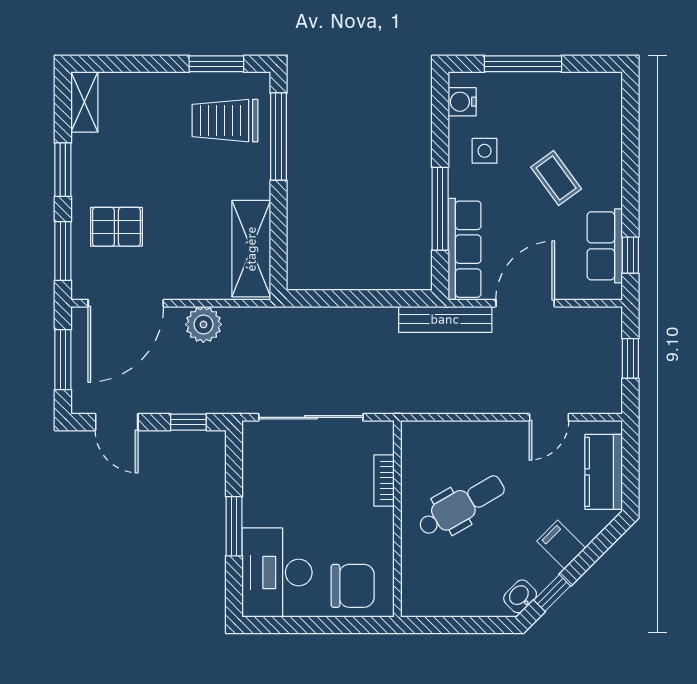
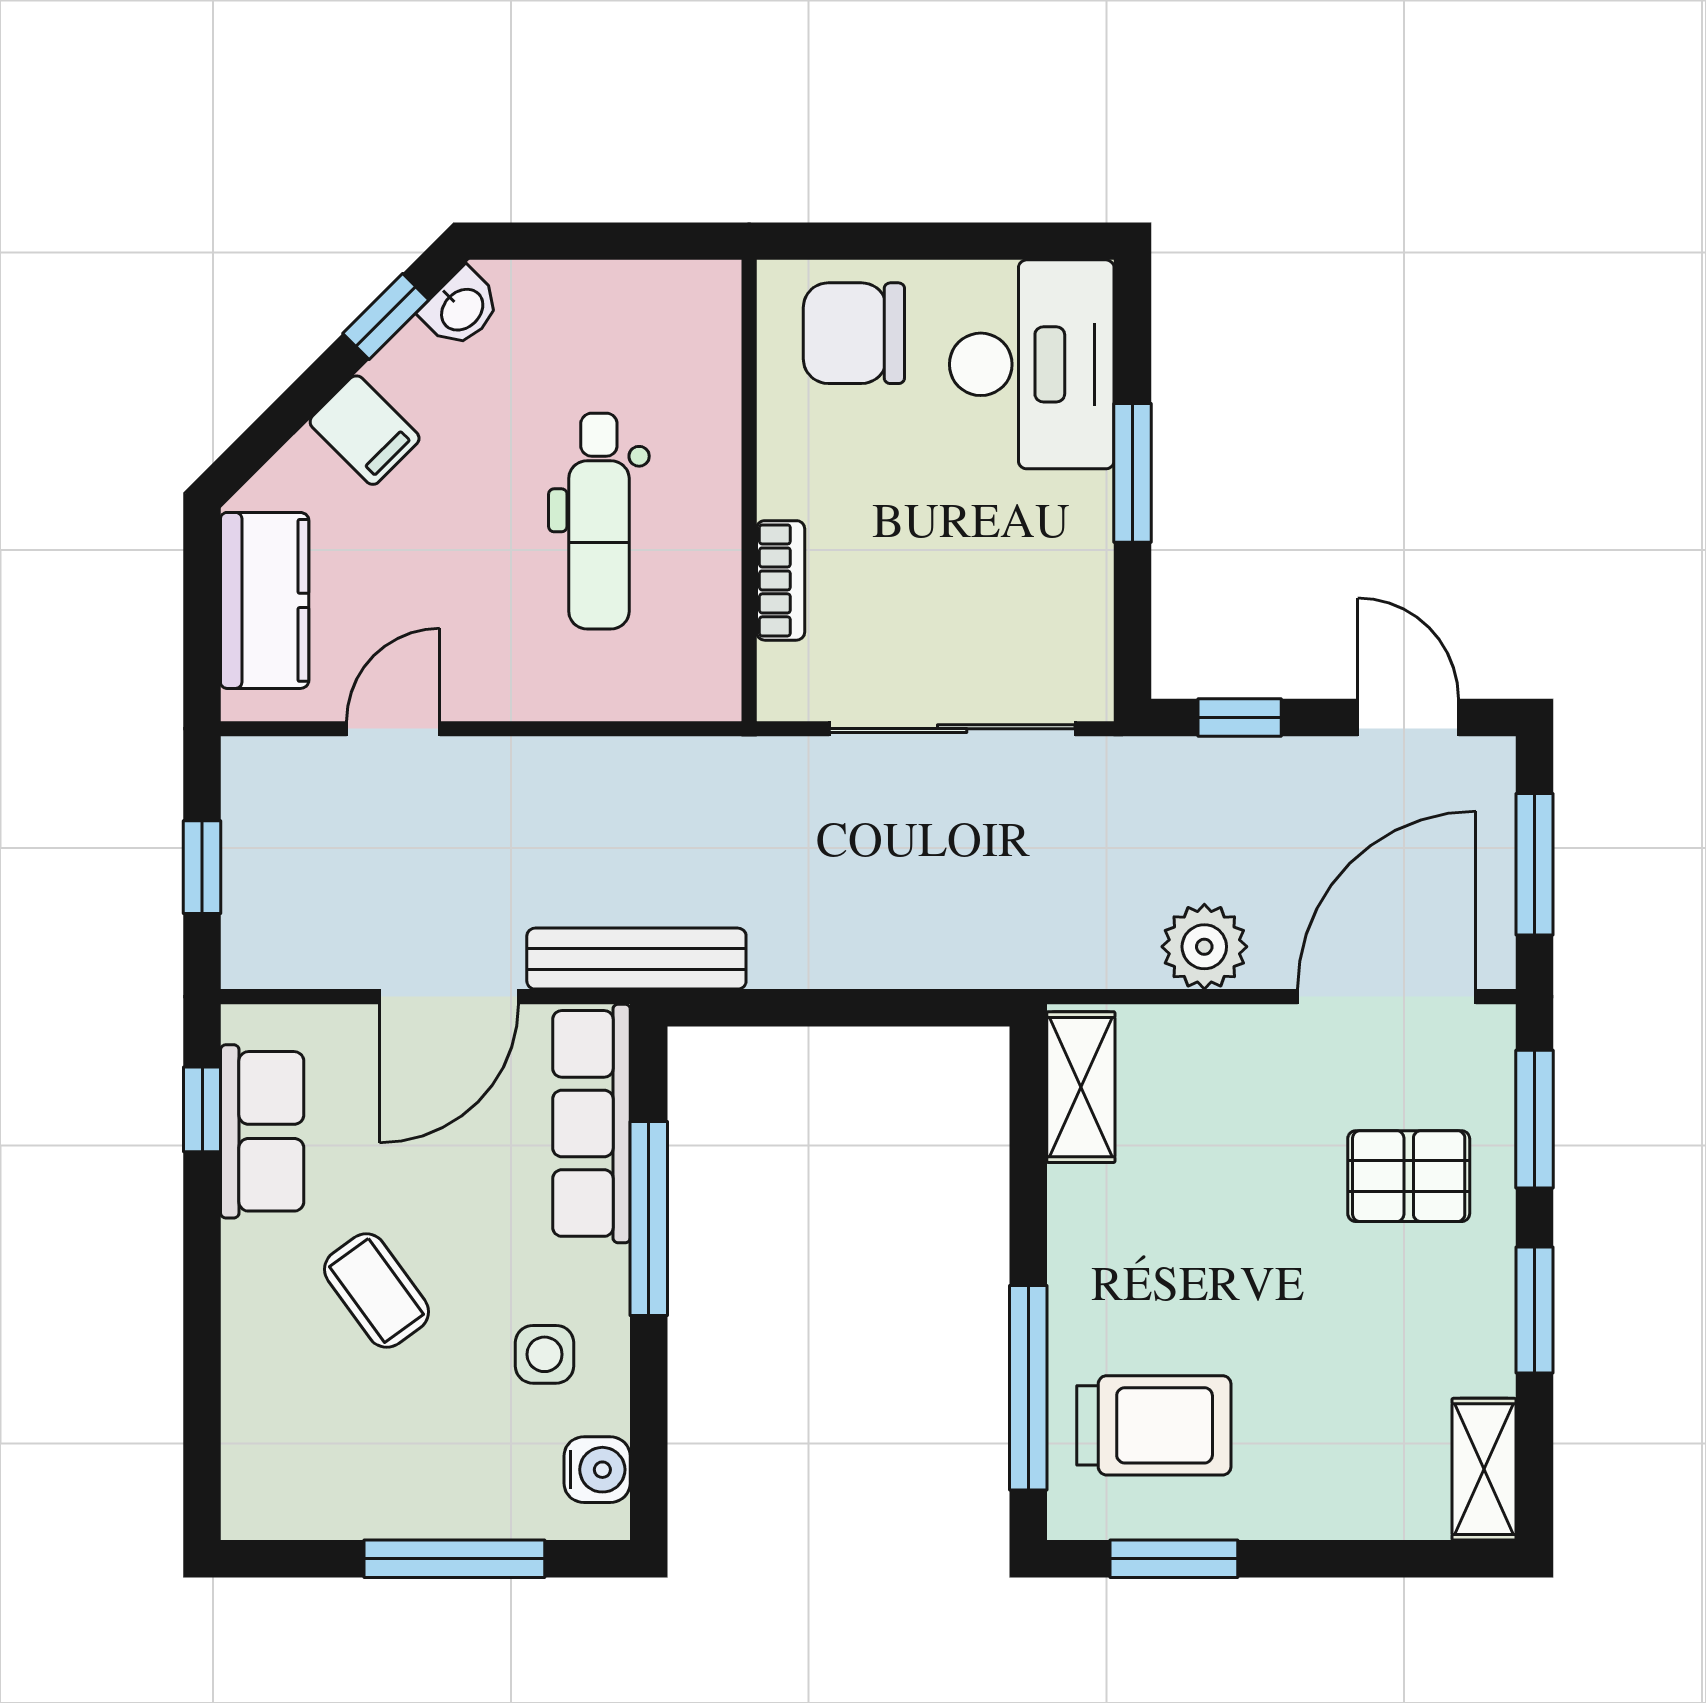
shelving: (251, 249) -> (1081, 1087), width x0.67, depth x0.75
dental chair: (461, 506) -> (599, 521), turned -60

